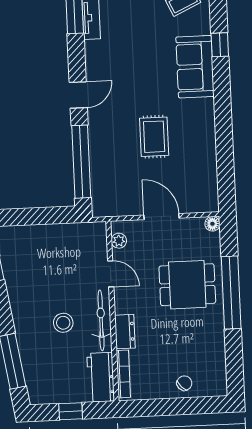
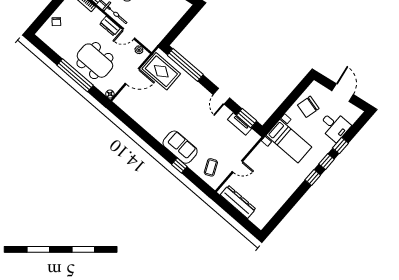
door: (78, 95) -> (221, 96), moved
rug: (154, 137) -> (161, 71), moved, width x1.36, depth x1.43
dining table: (187, 285) -> (95, 61), width x1.38
dresser: (125, 332) -> (110, 26), moved

